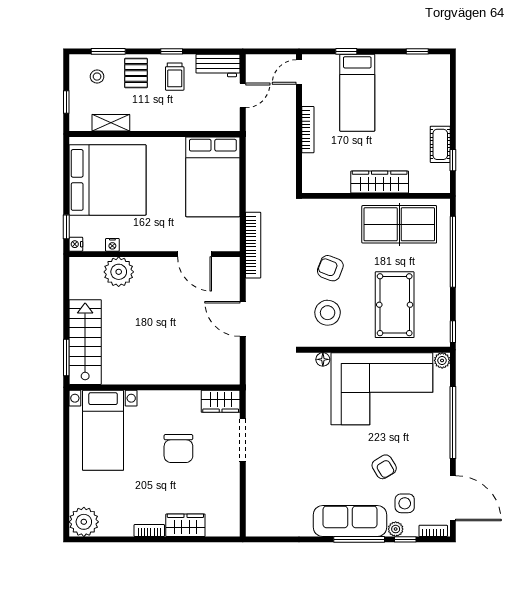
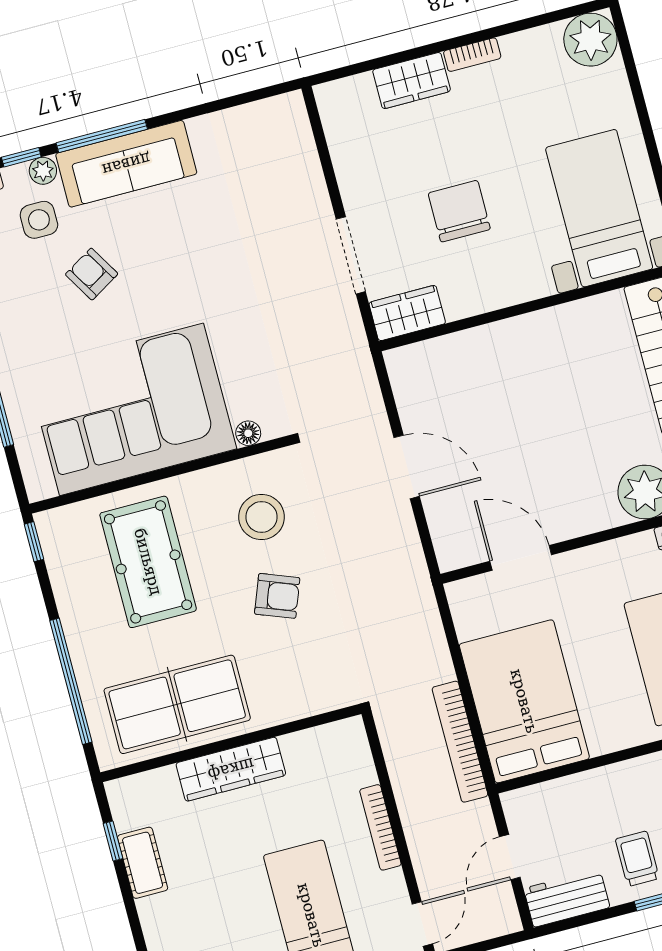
bookcase: (253, 245) -> (460, 742), moved
plant: (442, 360) -> (40, 486), removed

